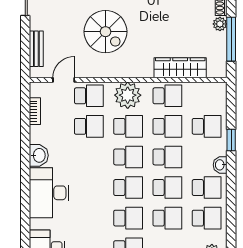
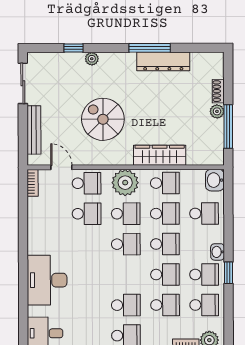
spiral stairs: (106, 32) -> (103, 119), turned 180
bench: (36, 49) -> (34, 130), width x1.36
wardrobe: (180, 68) -> (160, 155), moved
door: (64, 80) -> (61, 167), hinge flipped
bookcase: (35, 111) -> (33, 183), moved
window: (231, 140) -> (228, 273), moved
washbasin: (39, 155) -> (215, 180), moved, turned 180
school desk: (128, 188) -> (126, 275), removed

